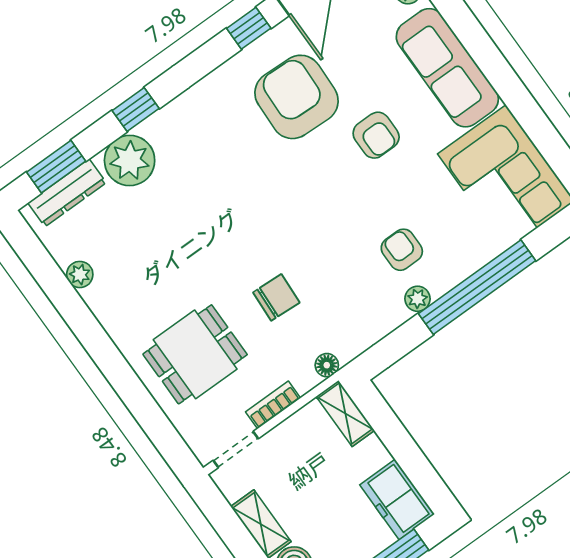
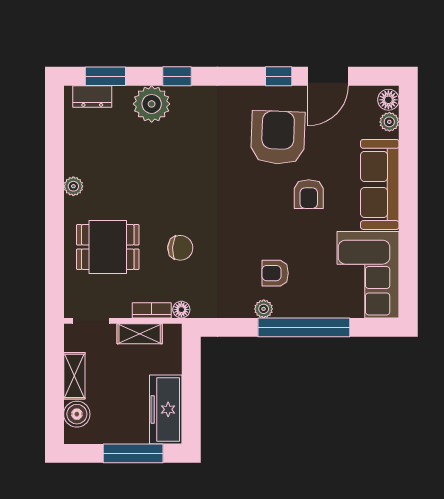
dresser: (67, 193) -> (92, 96), width x0.70
armchair: (402, 250) -> (275, 273), turned -90
plant: (80, 274) -> (73, 186), moved
bookcase: (273, 405) -> (152, 310), moved
shelving: (345, 413) -> (140, 334), moved, turned 90
freezer: (397, 499) -> (166, 409), width x1.40

